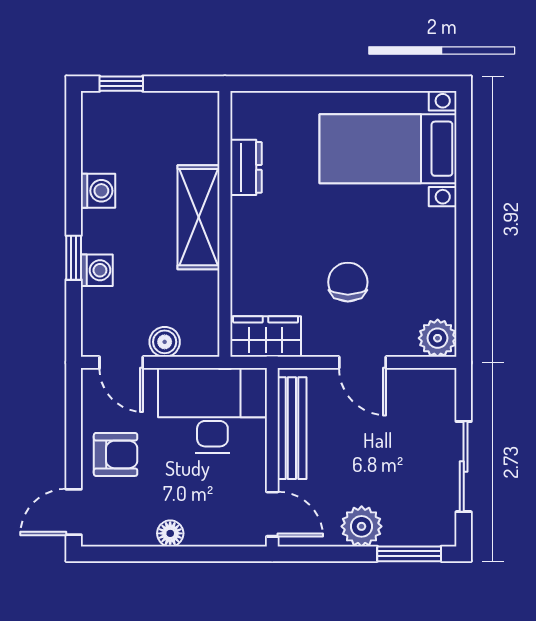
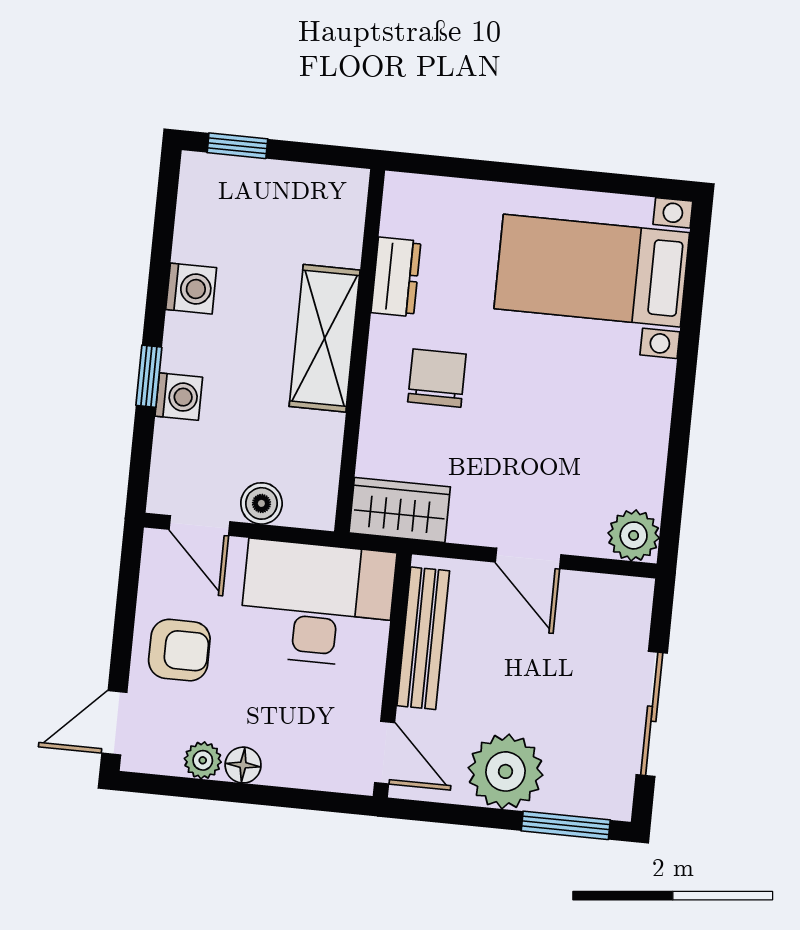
chair: (348, 282) -> (437, 378), moved
plant: (362, 526) -> (506, 771), width x1.36, depth x1.36
plant: (141, 533) -> (203, 760), added

